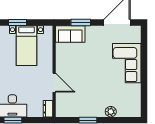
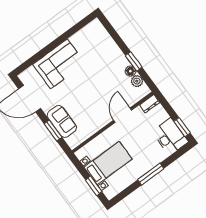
sofa: (70, 34) -> (62, 121), moved
floor lamp: (83, 112) -> (130, 71), added
plant: (111, 112) -> (137, 81), moved

